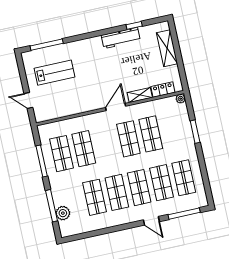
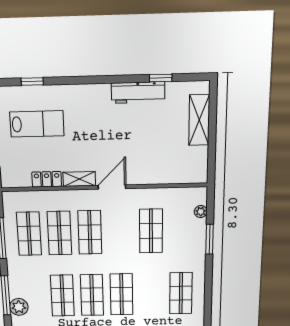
window: (47, 45) -> (32, 82), width x0.46
locker: (163, 90) -> (47, 179), moved
shelving: (140, 95) -> (79, 179), moved
plant: (181, 99) -> (201, 212), moved
shop shelf: (128, 139) -> (90, 232), moved
shop shelf: (161, 183) -> (151, 294), removed

